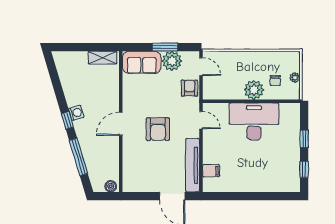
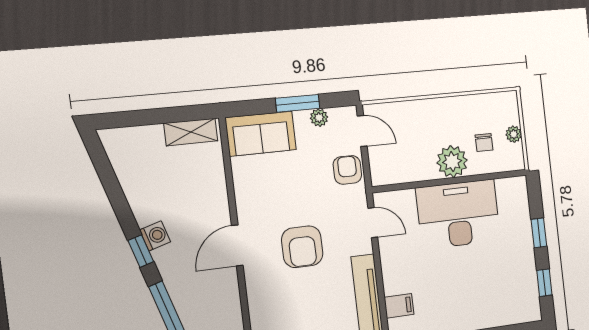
plant: (172, 61) -> (319, 118), width x0.53, depth x0.53

